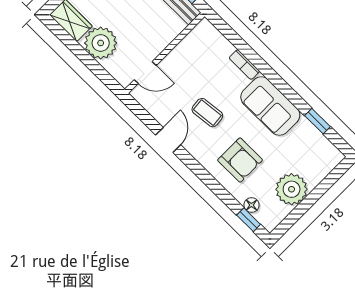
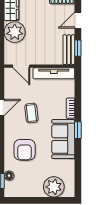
tv unit: (188, 45) -> (54, 73), added
window: (318, 121) -> (78, 130), moved
plant: (292, 189) -> (54, 187), moved

